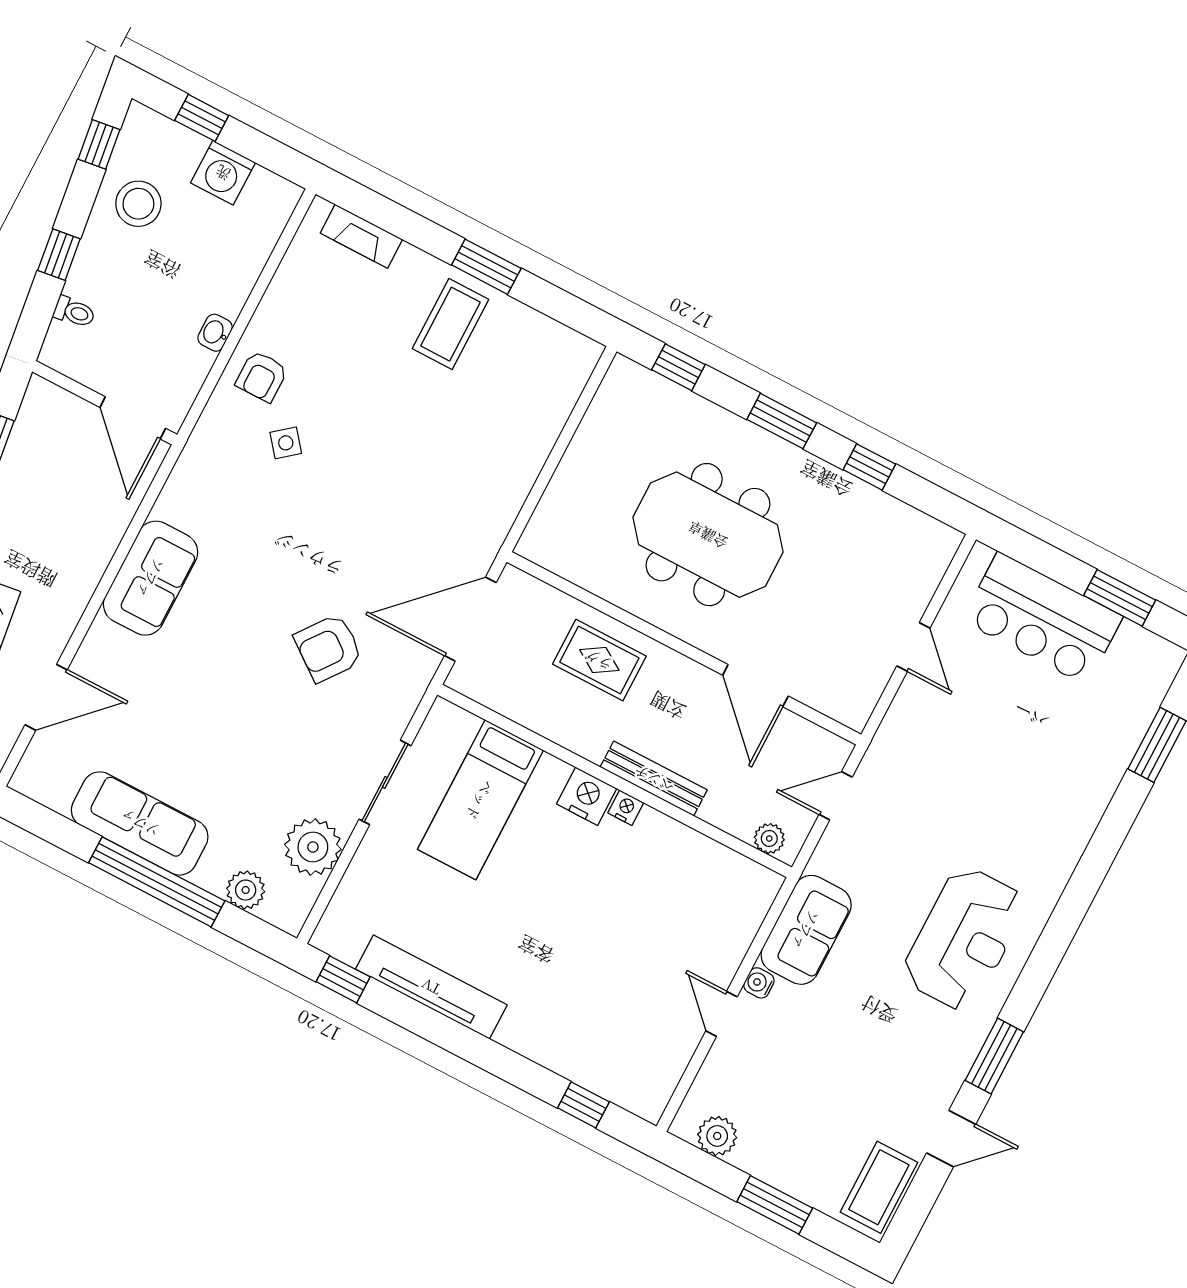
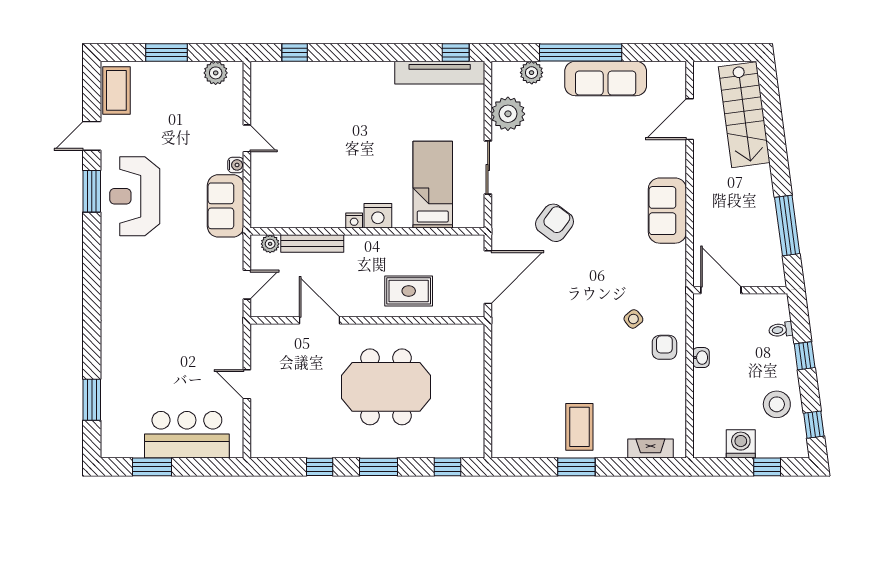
bench: (654, 779) -> (312, 244), moved
reception desk: (964, 939) -> (135, 196), moved
tv unit: (431, 987) -> (440, 73), moved

